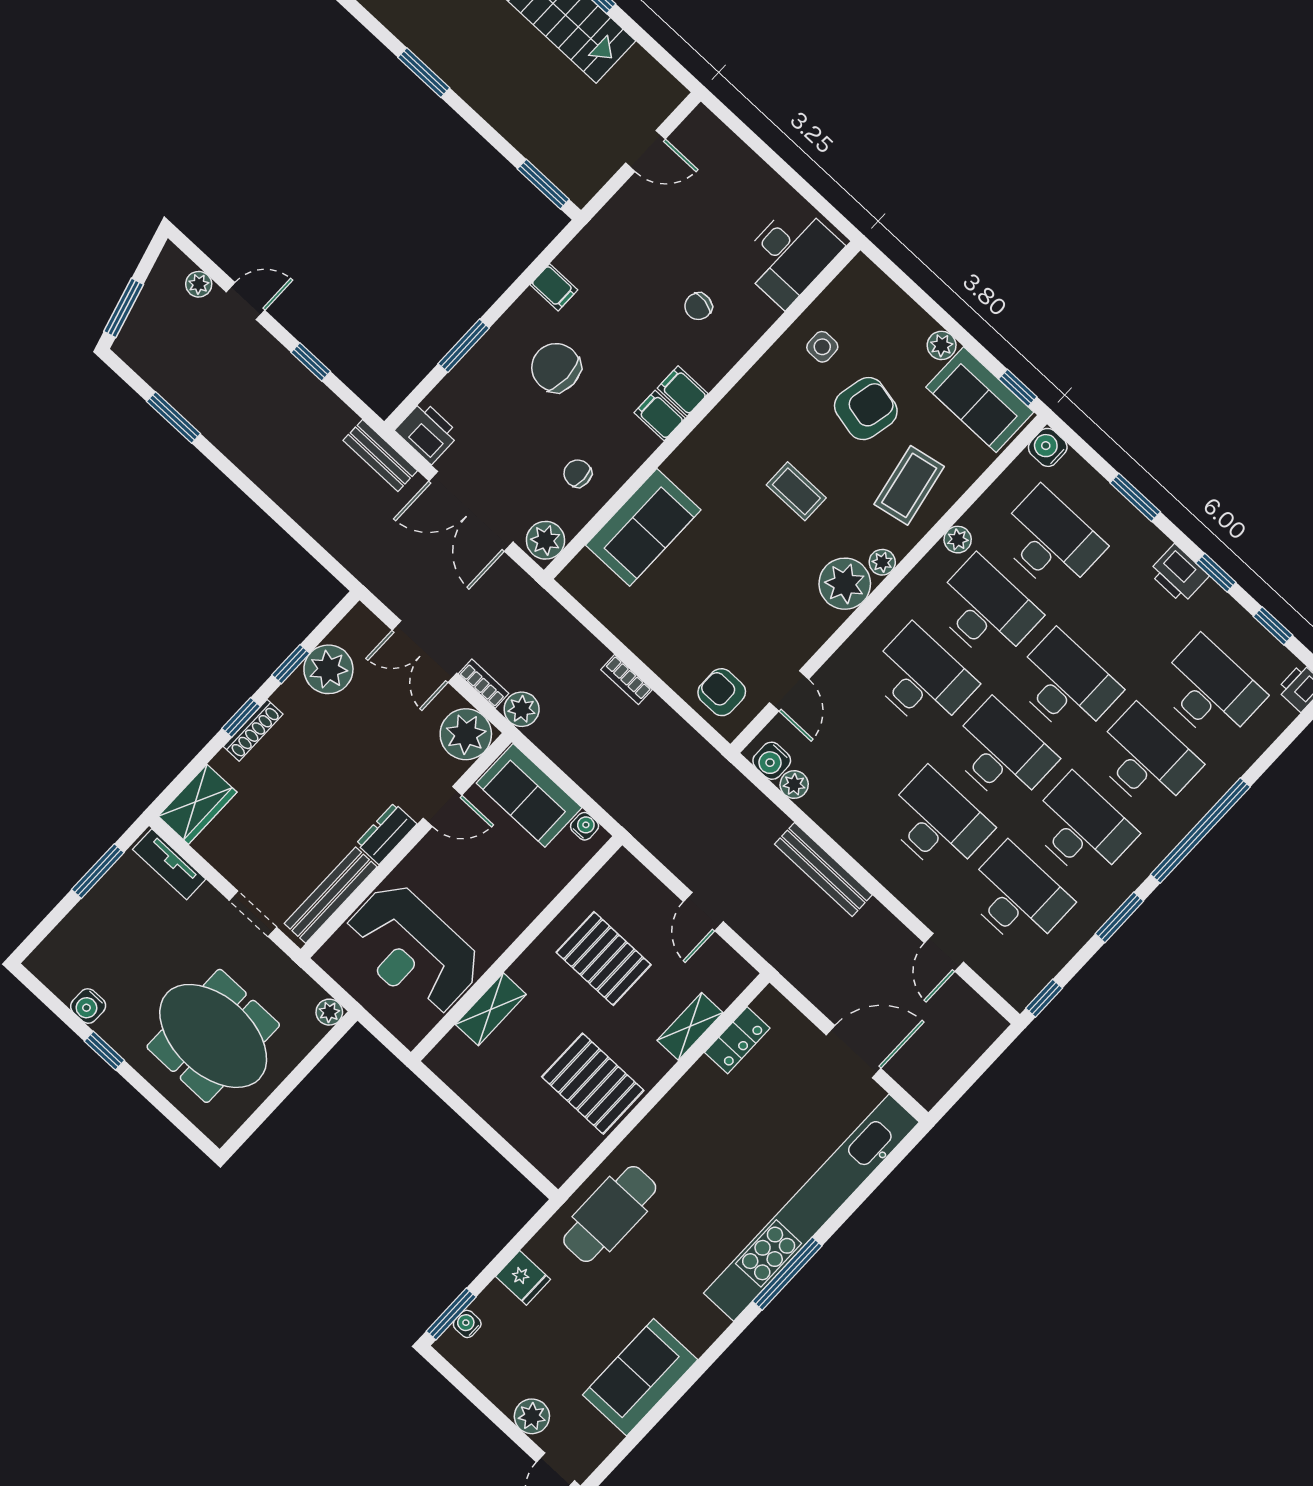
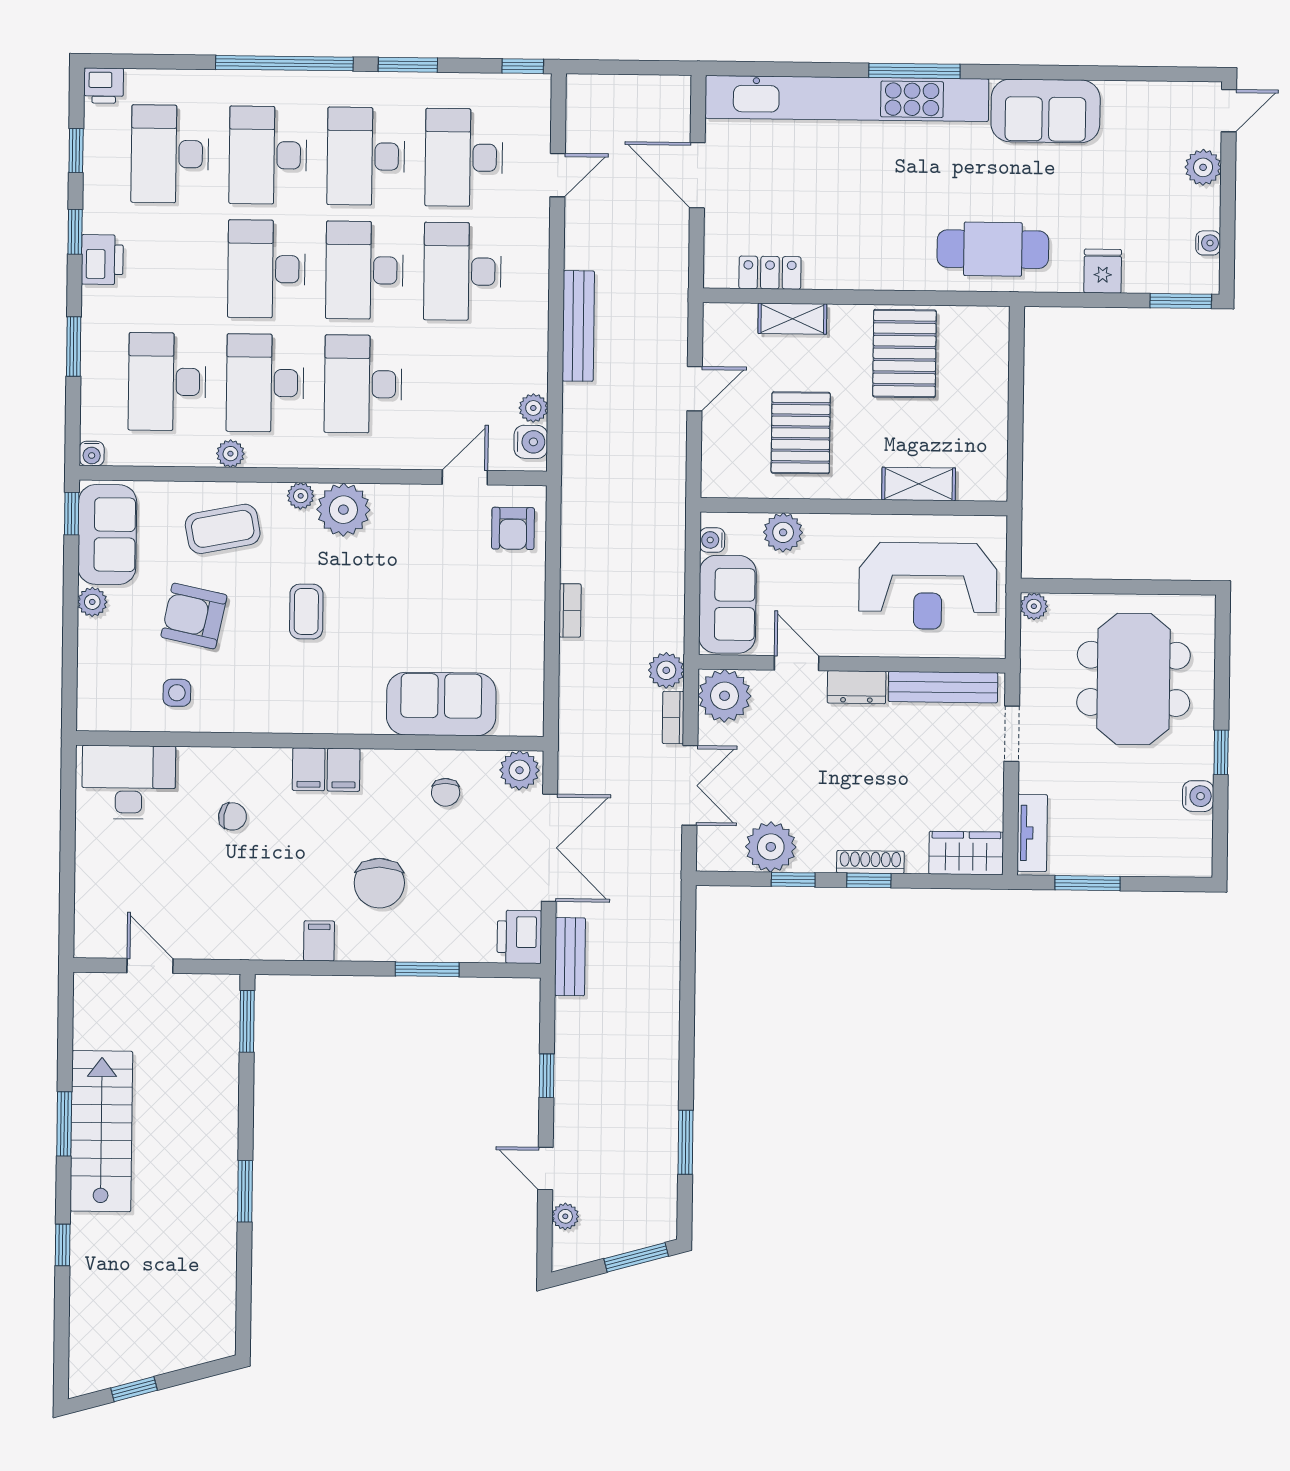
water cooler: (1048, 447) -> (92, 454), width x0.72, depth x0.72
plant: (544, 882) -> (783, 532), added
reception desk: (412, 950) -> (928, 586), turned 90
water cooler: (467, 1324) -> (1208, 243), moved, turned -90
sofa: (640, 1377) -> (1046, 111), moved

